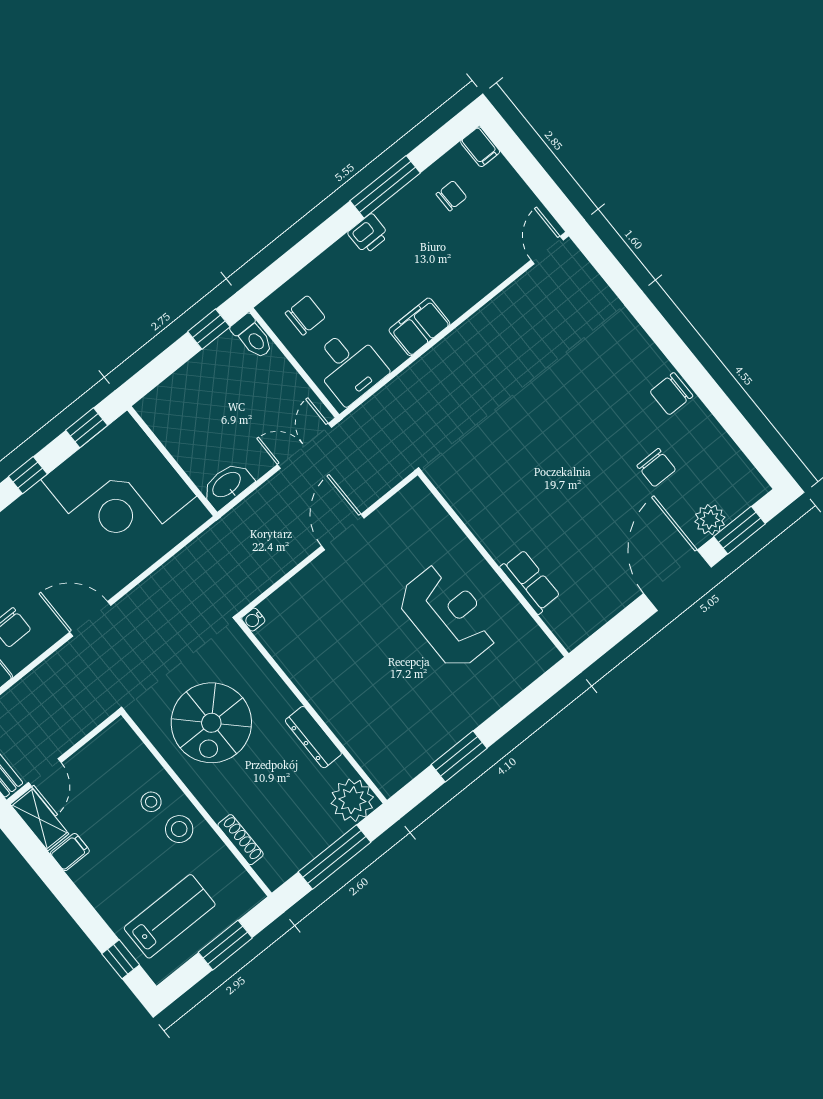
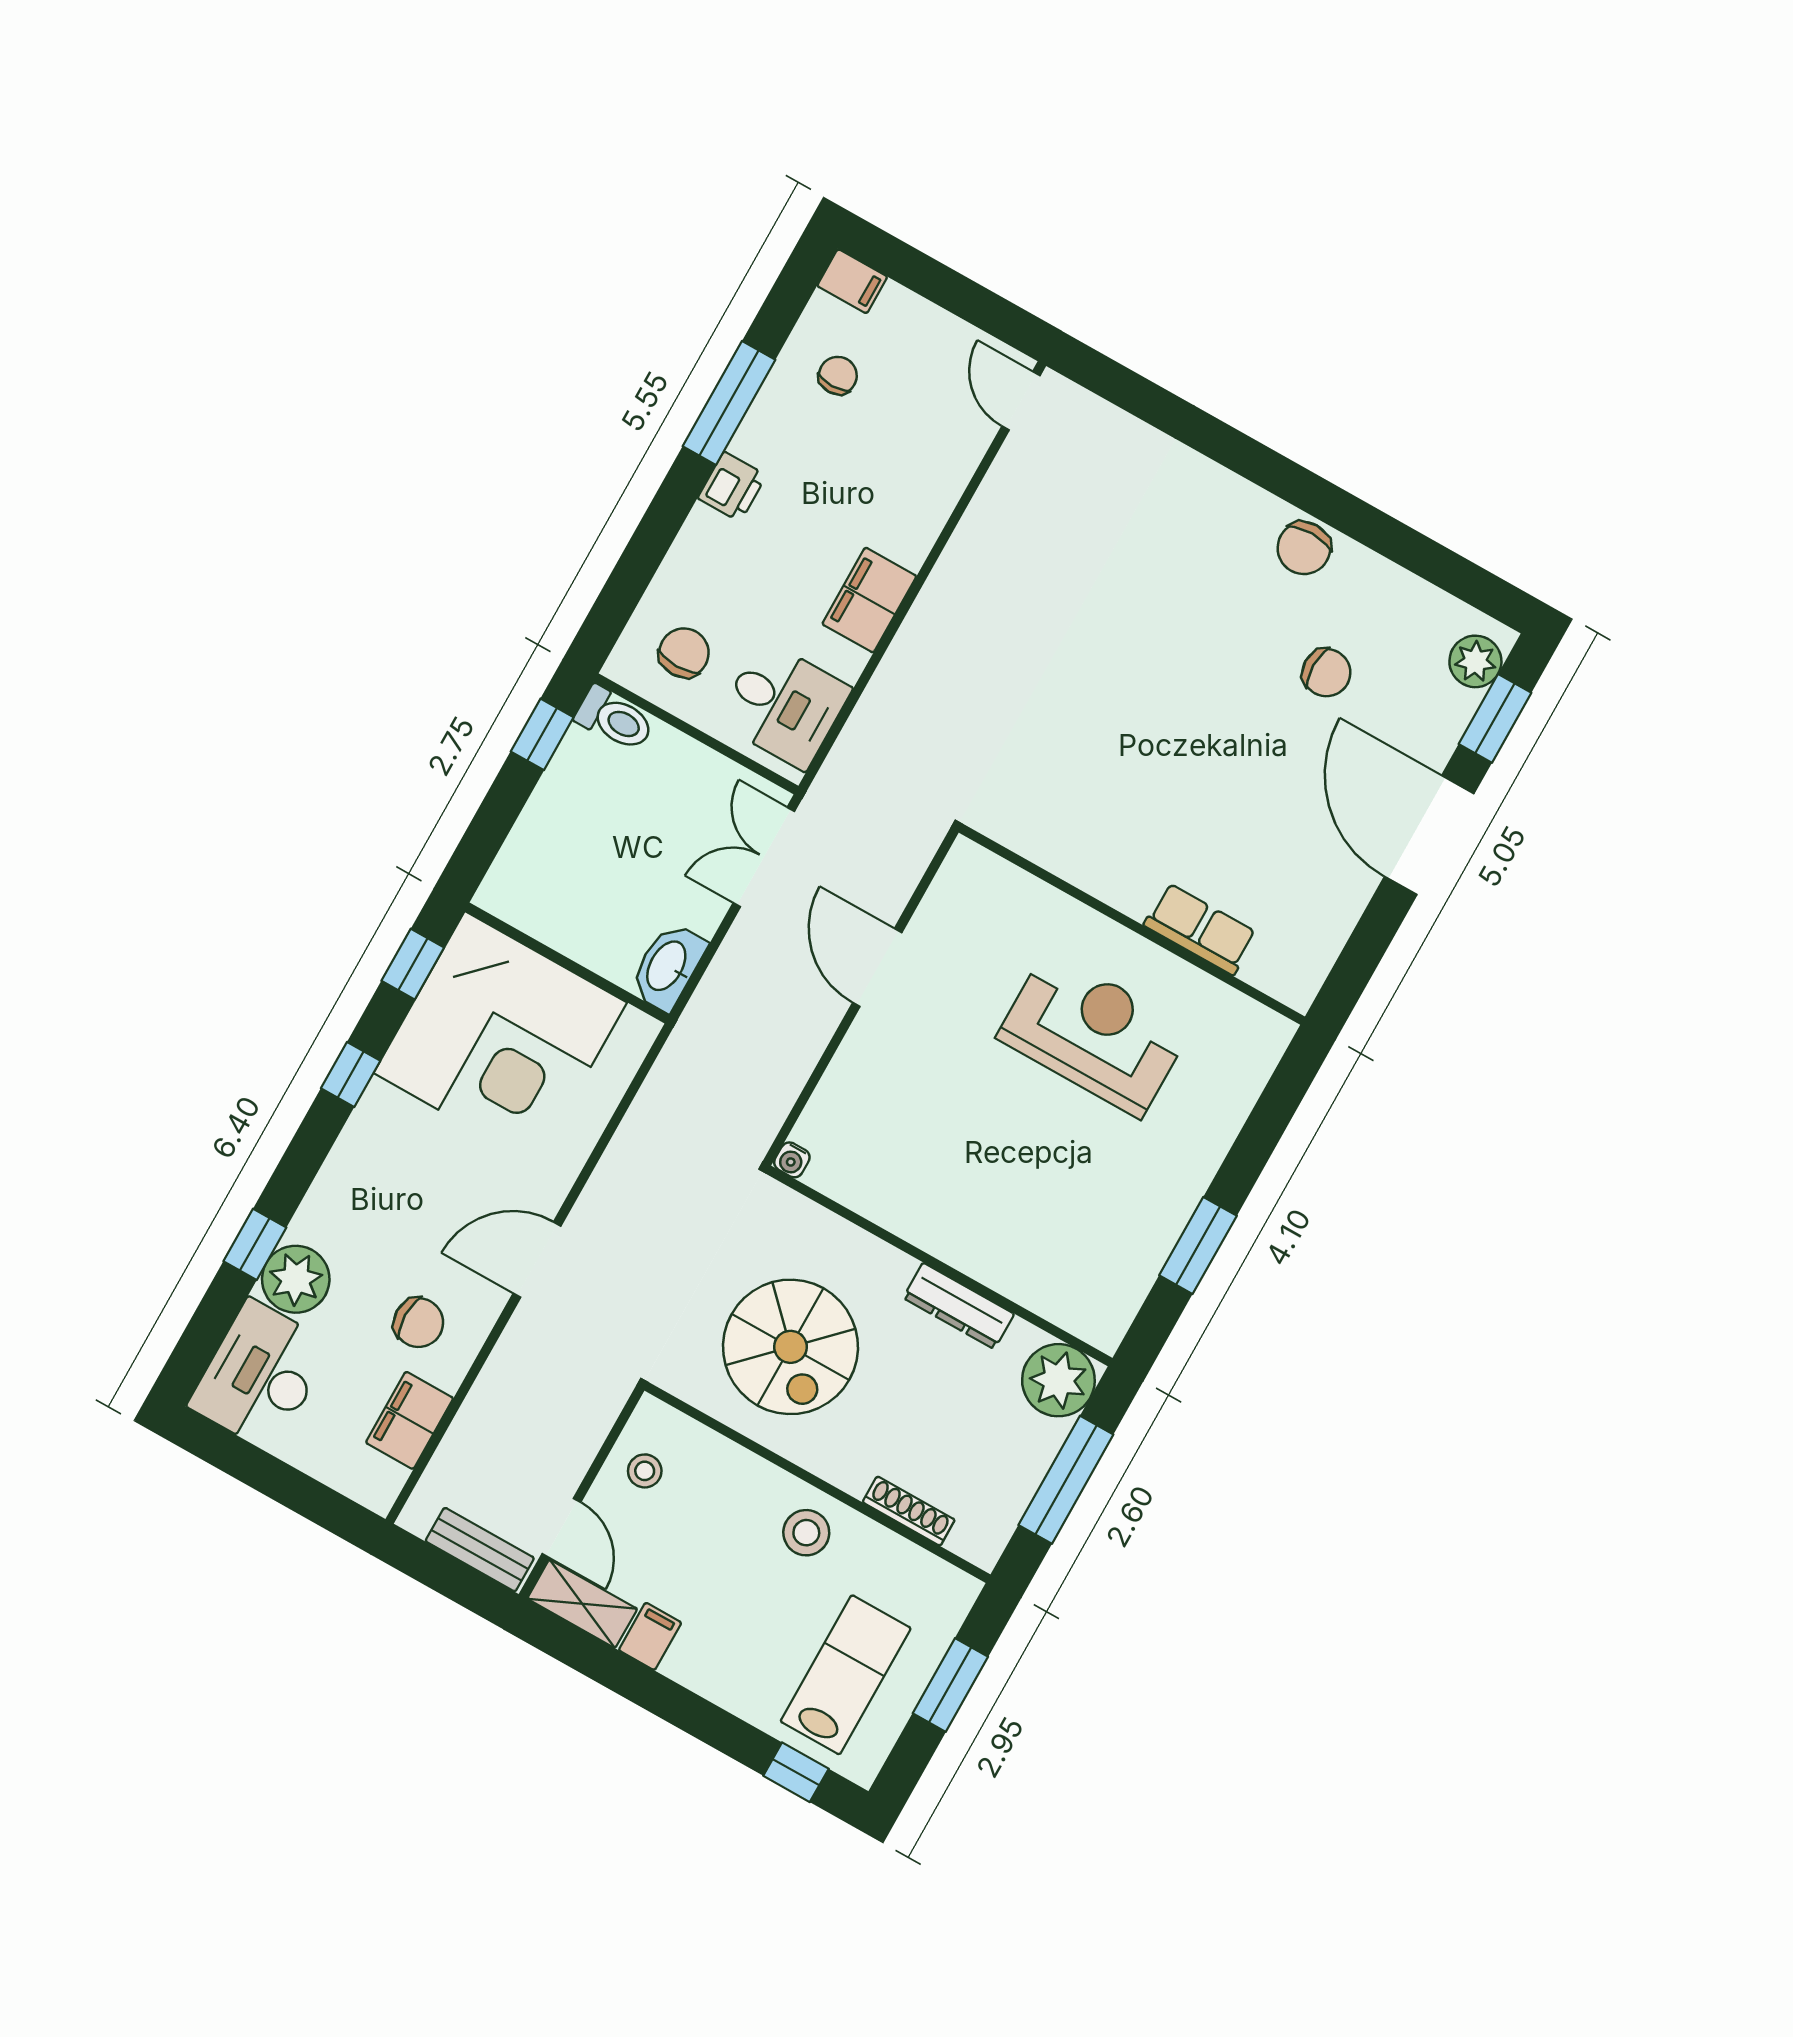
plant: (710, 520) -> (1475, 661), moved
stool: (151, 802) -> (645, 1471), moved

